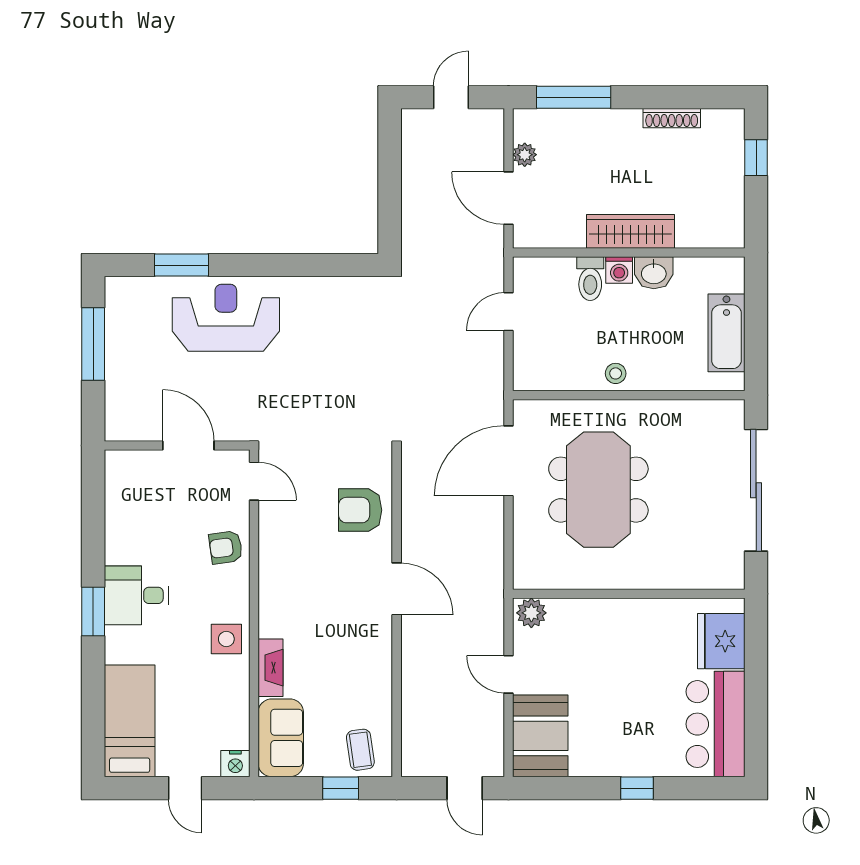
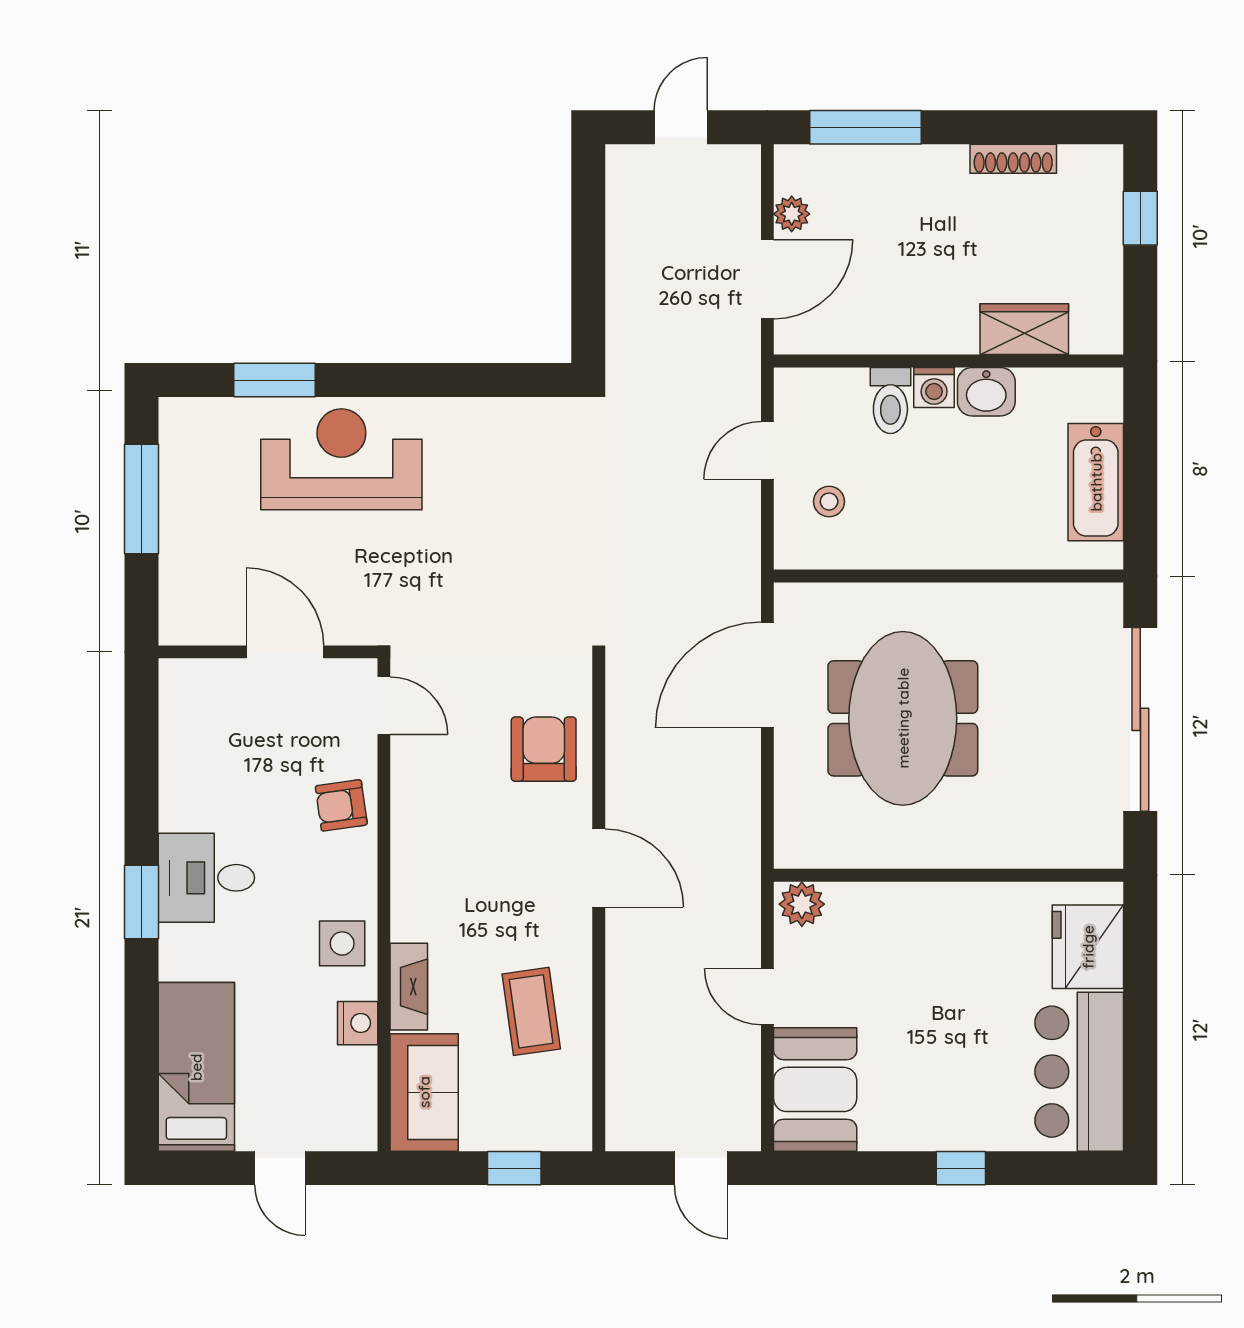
door: (509, 198) -> (767, 279), swing flipped
wardrobe: (630, 231) -> (1024, 329), moved, width x0.67
stool: (616, 373) -> (829, 502), moved
armchair: (360, 510) -> (544, 749), turned 90
coffee table: (360, 750) -> (531, 1011), moved, width x1.36, depth x1.30
nightstand: (235, 764) -> (358, 1023), moved, turned -90

